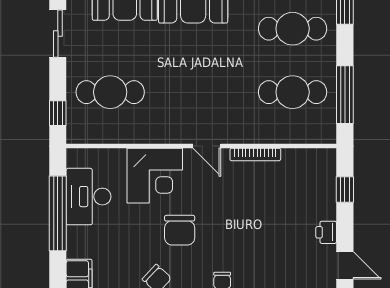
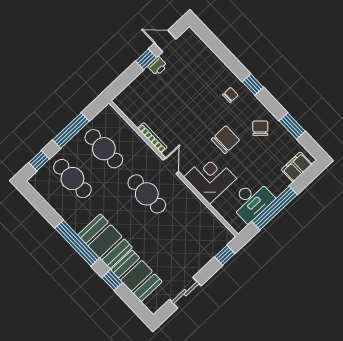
cafe table: (110, 92) -> (147, 194), moved
window: (345, 95) -> (71, 131), moved
window: (345, 189) -> (146, 59), moved
door: (345, 265) -> (165, 41), hinge flipped

